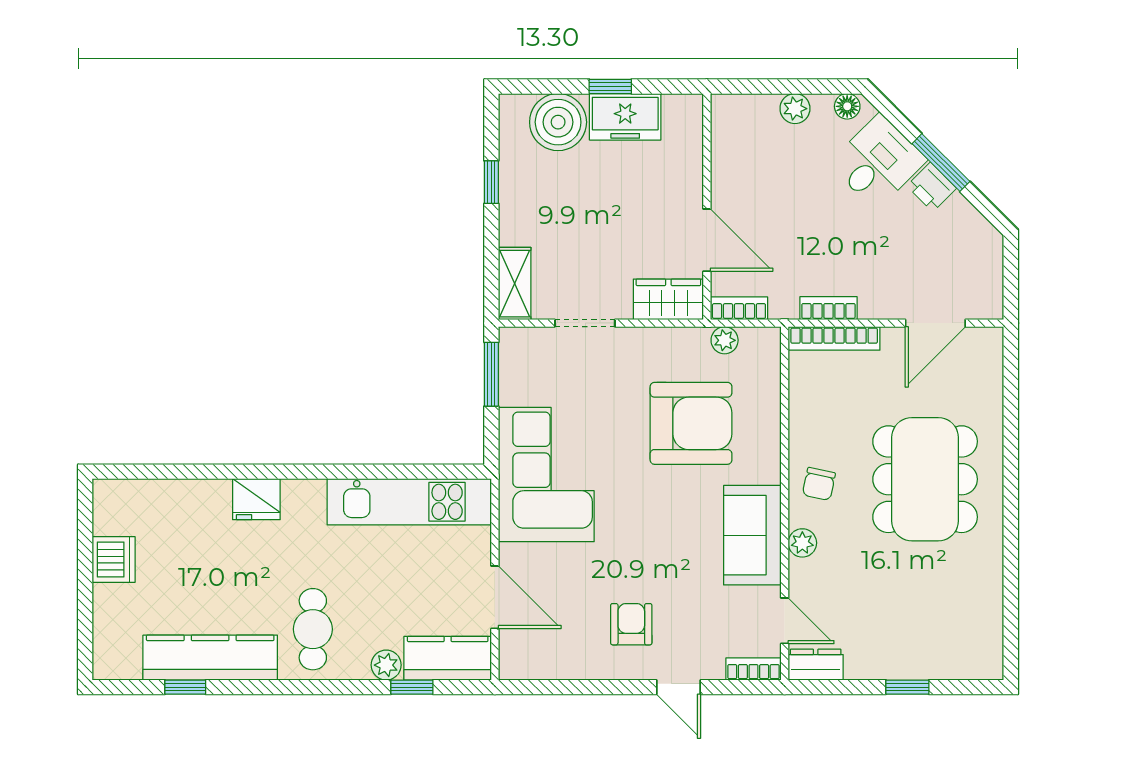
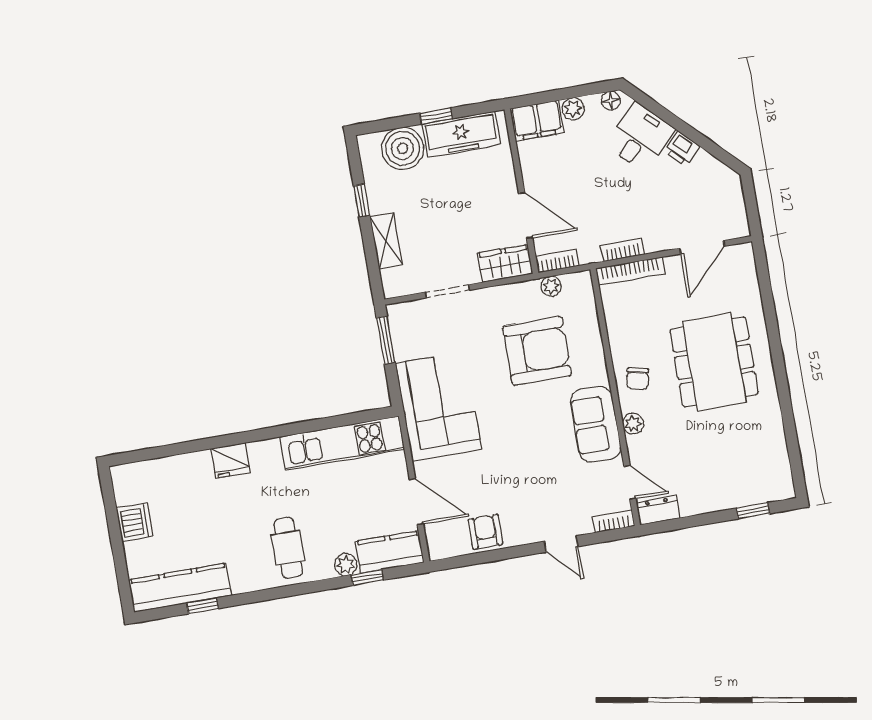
filing cabinet: (744, 116) -> (537, 121), added
freezer: (625, 117) -> (461, 134), width x1.40
window: (941, 163) -> (686, 130), removed
shelving: (515, 284) -> (386, 241), moved
armchair: (631, 624) -> (485, 532), moved
kitchen counter: (210, 658) -> (180, 588), moved
window: (907, 687) -> (753, 511), moved

